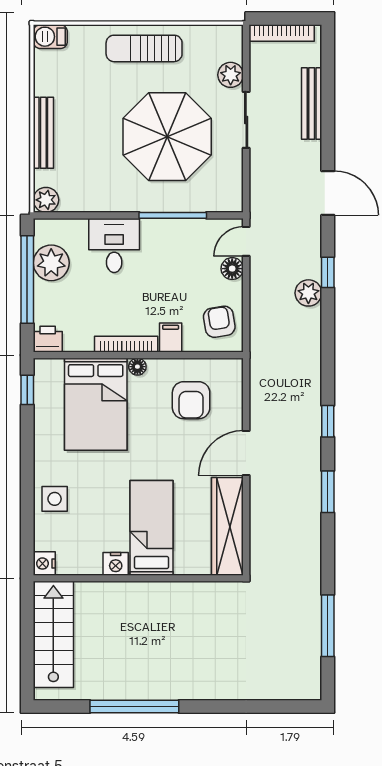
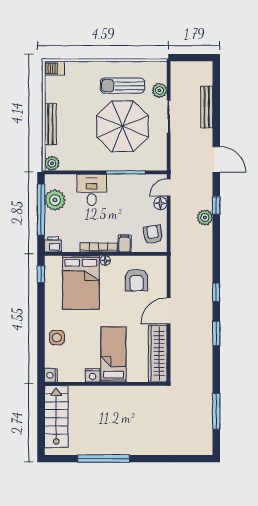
bookcase: (282, 33) -> (189, 66), removed
sun lounger: (144, 48) -> (122, 86), moved

